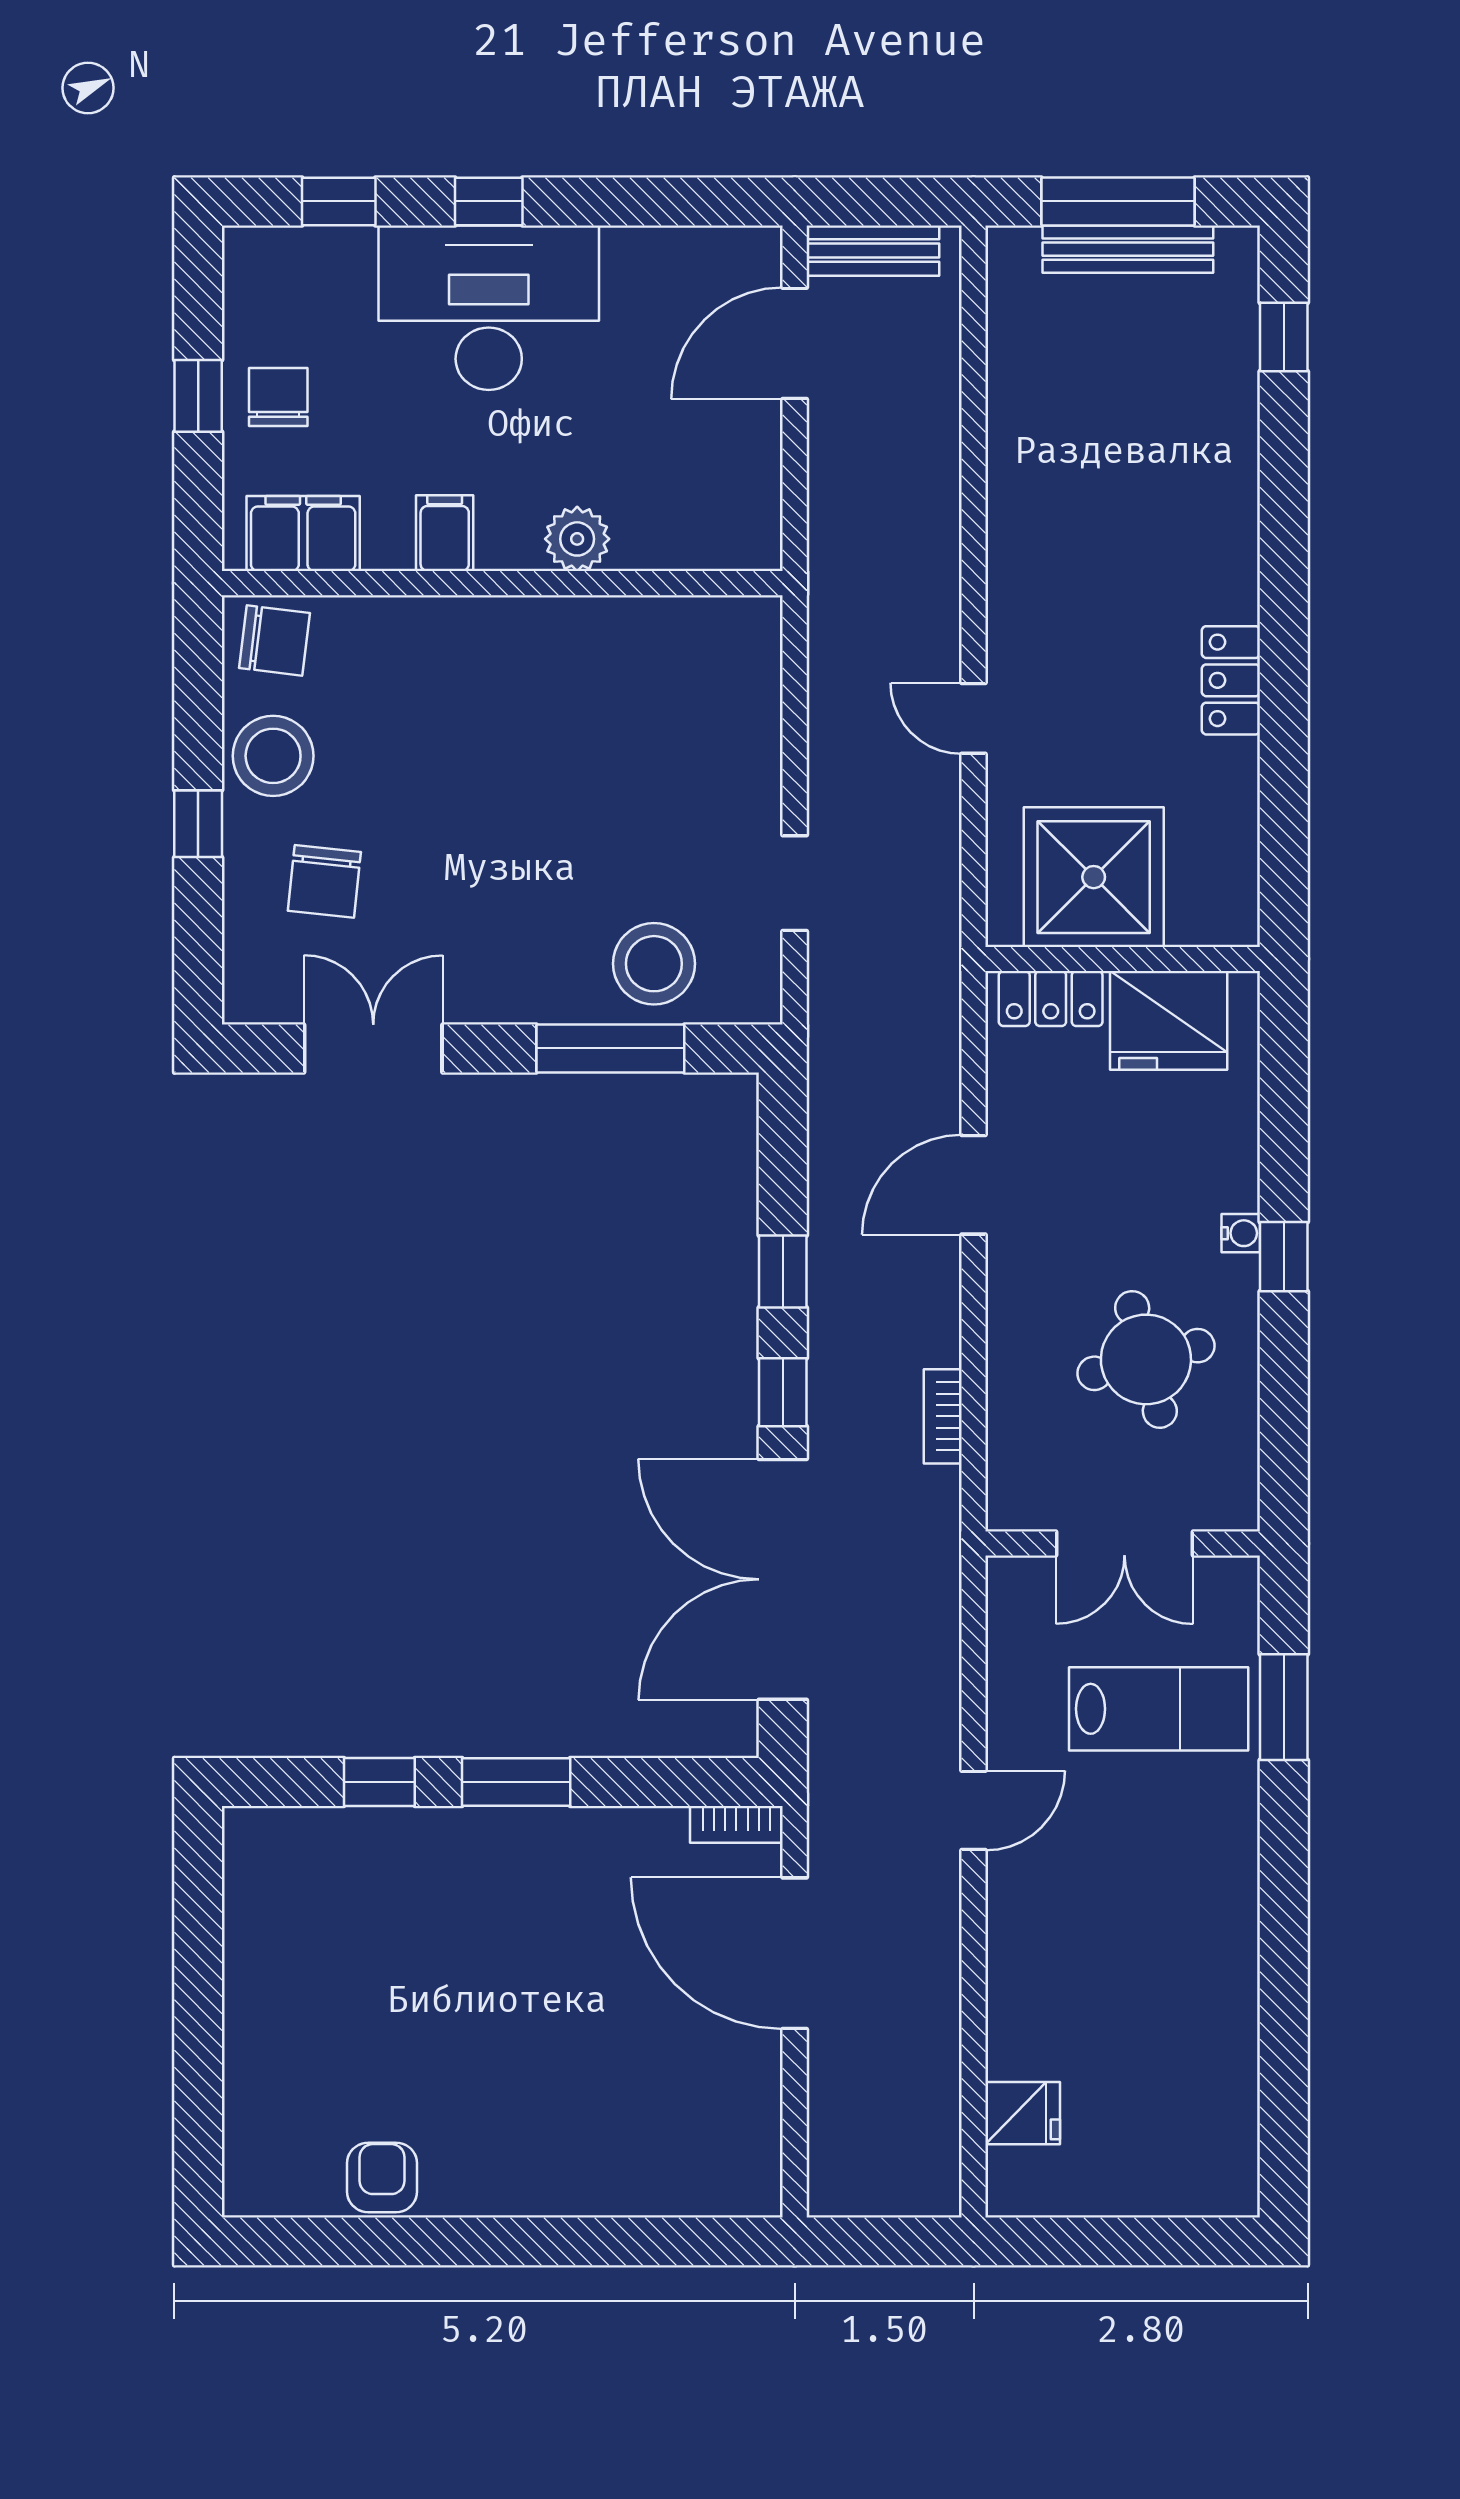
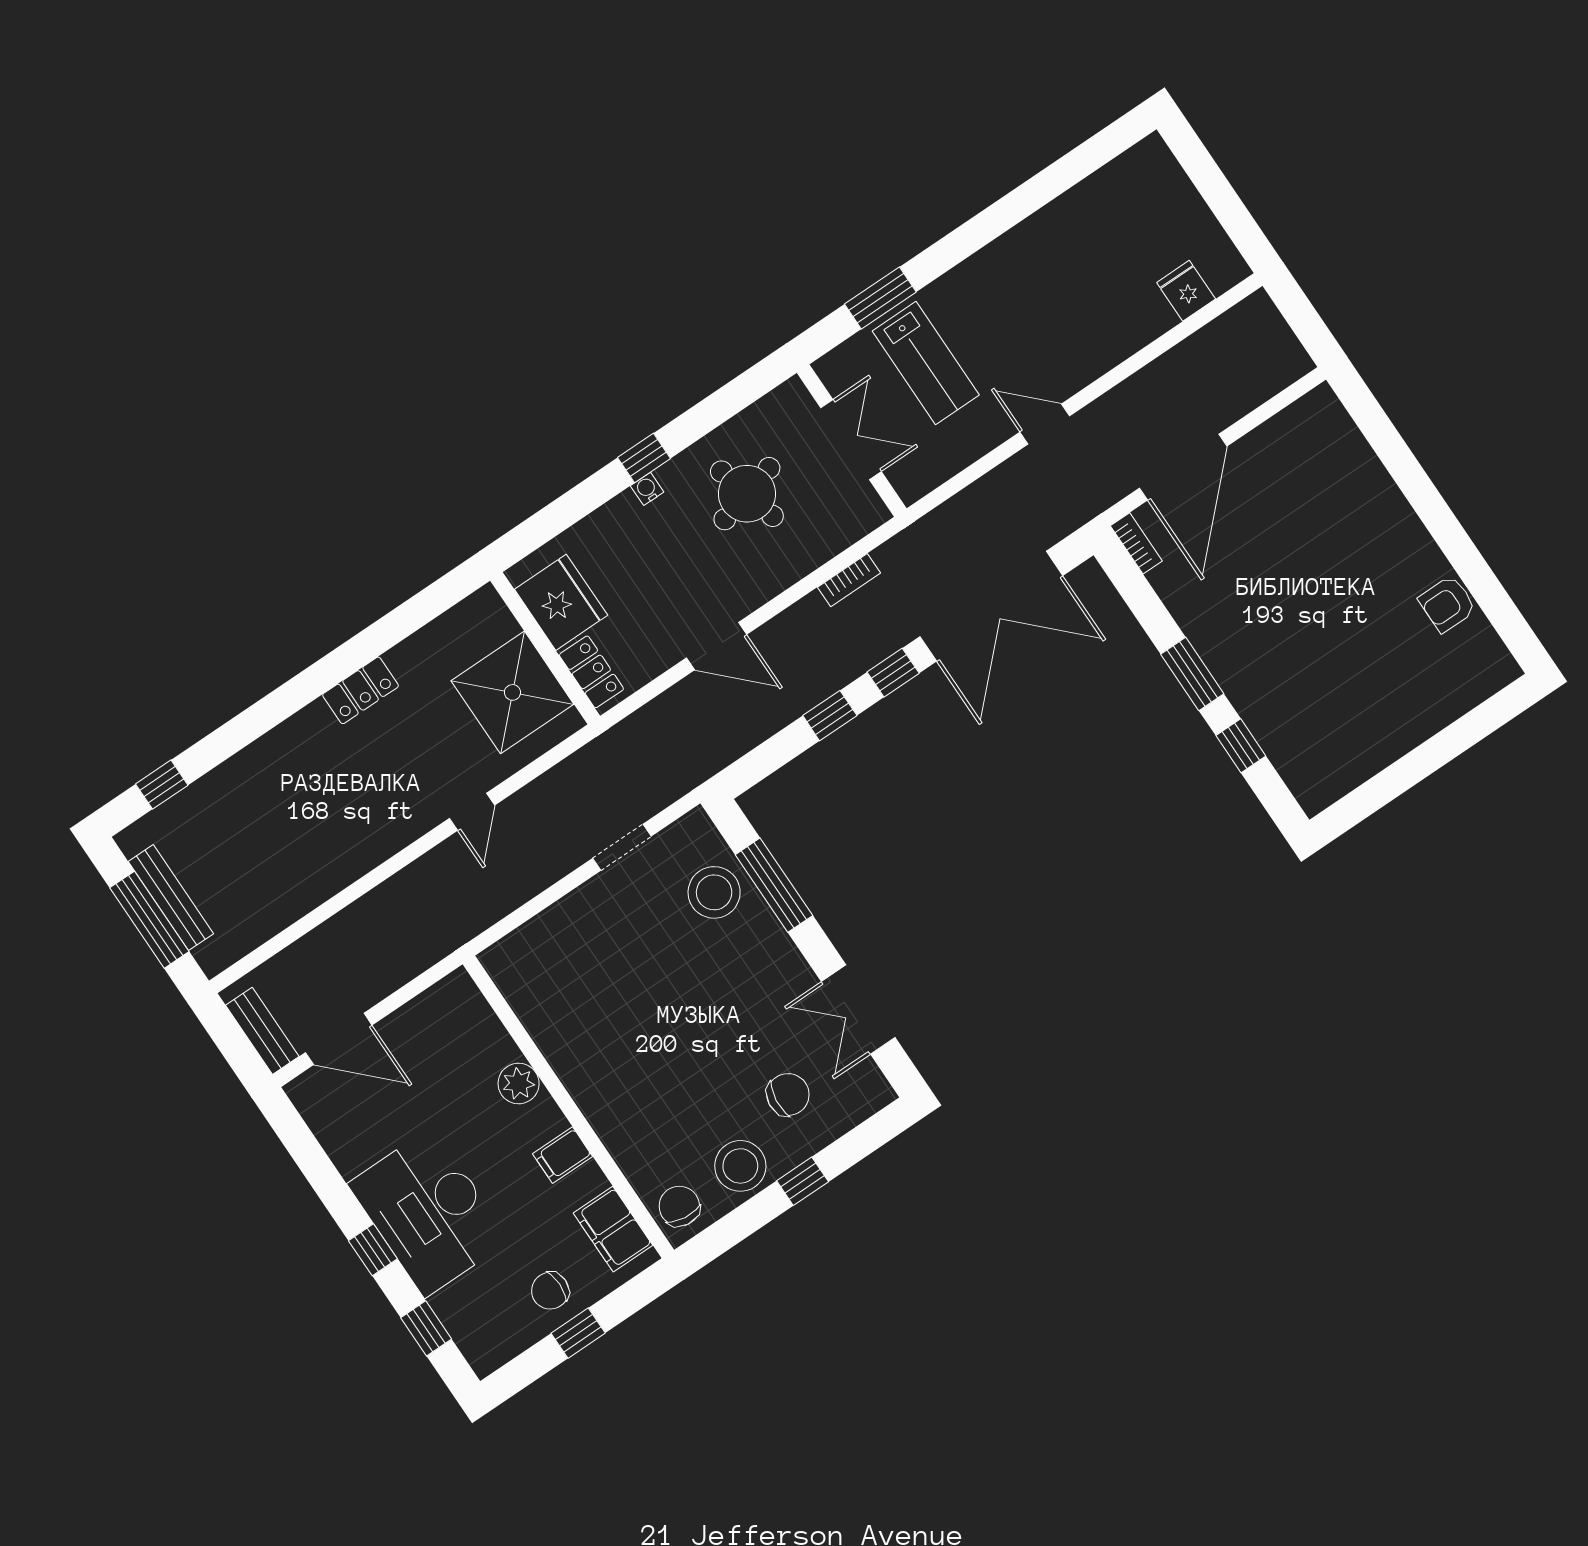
lab bench: (1159, 1709) -> (926, 363), turned 180

